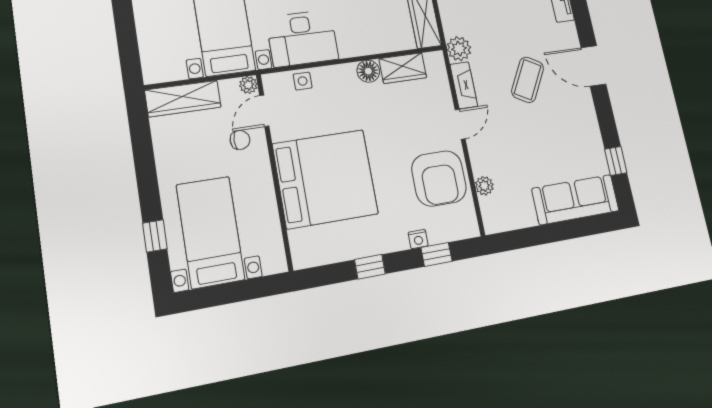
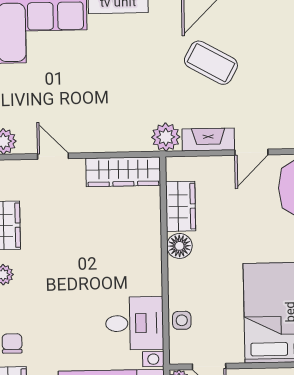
desk: (302, 38) -> (135, 323), width x0.73
door: (460, 124) -> (251, 152), swing flipped

